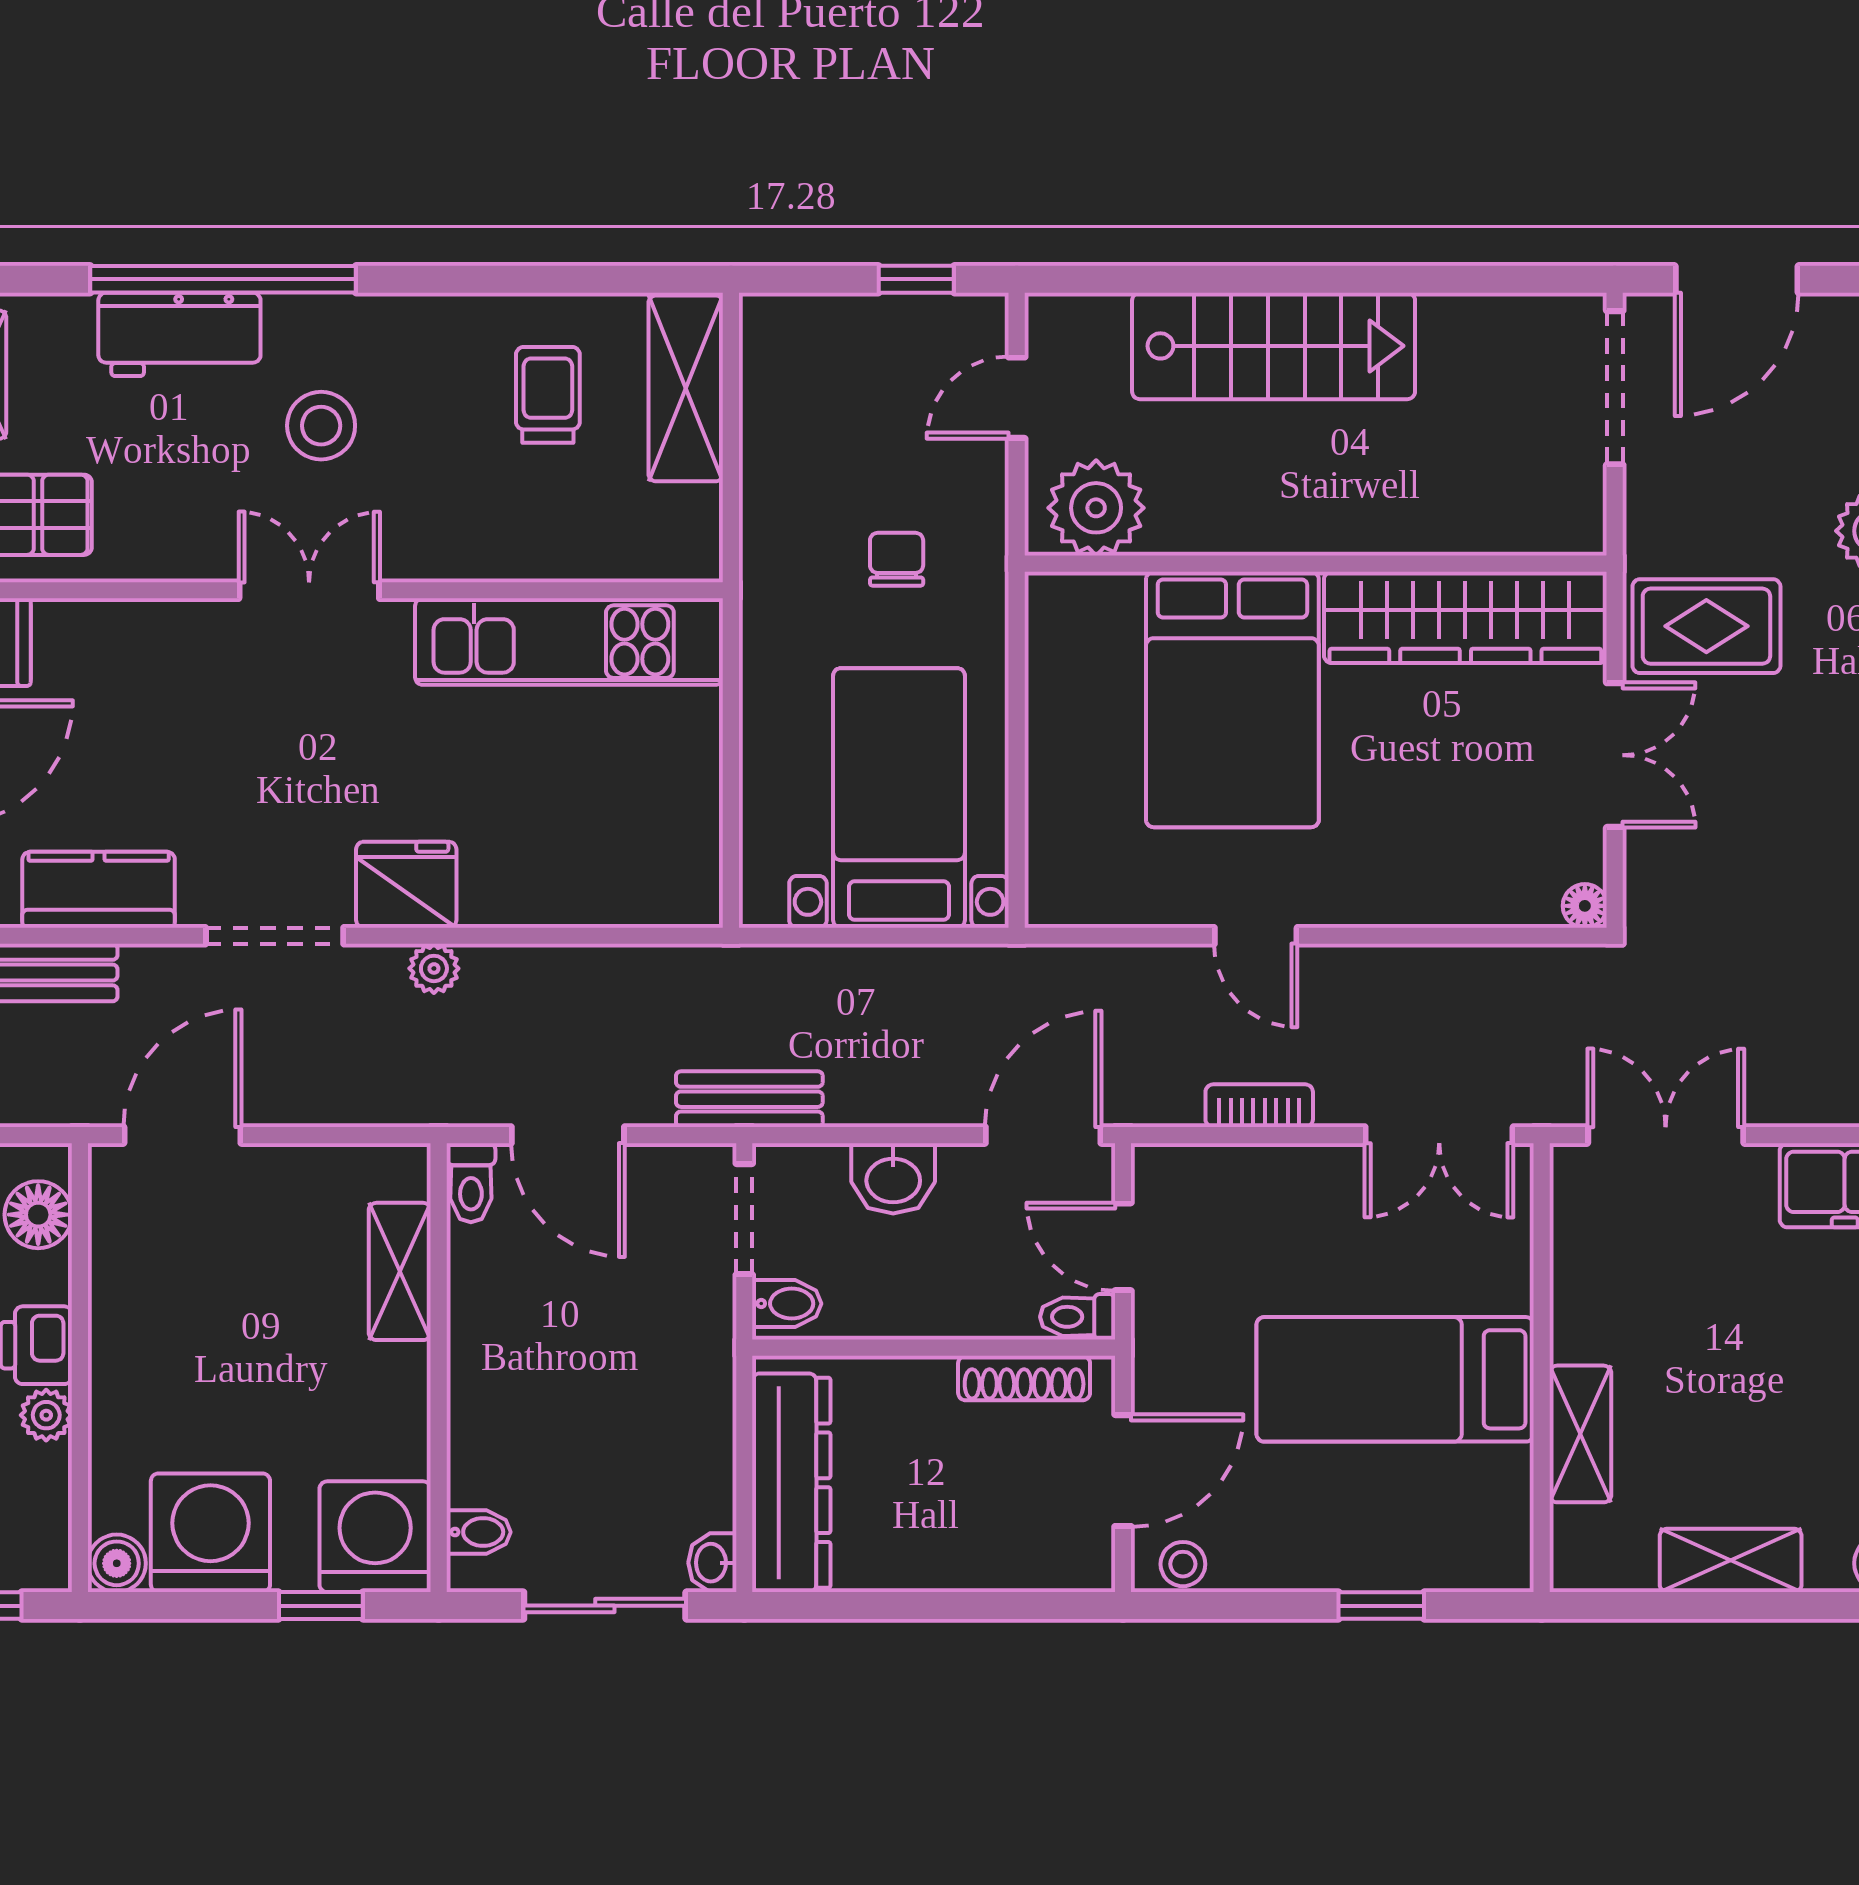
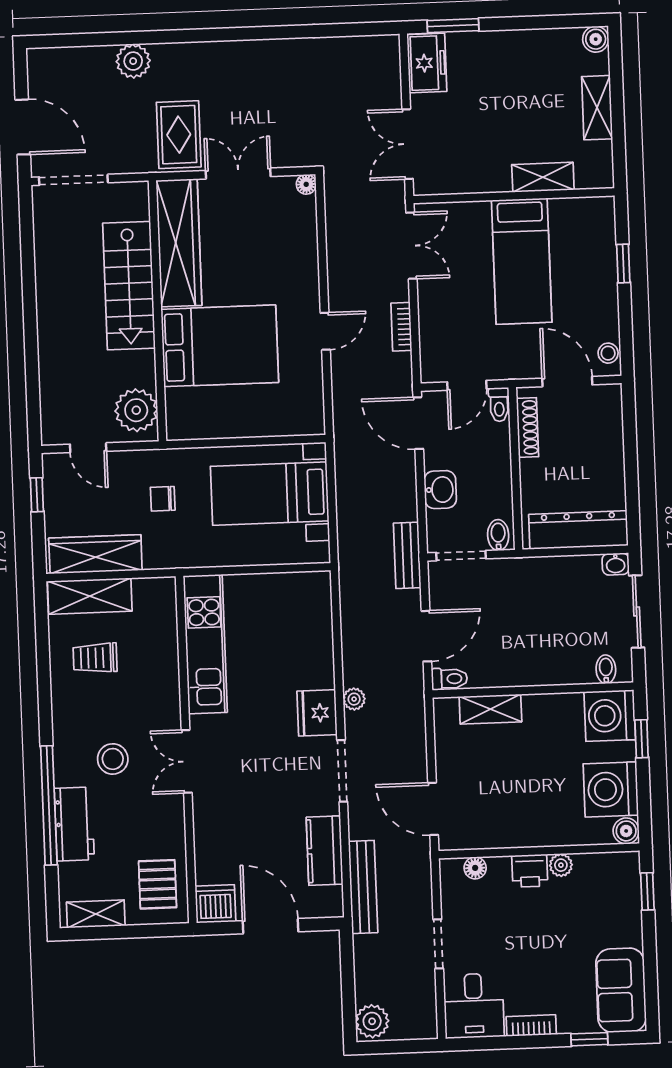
stairs: (1274, 346) -> (129, 286), moved, turned 180
wardrobe: (779, 405) -> (95, 554), added
floor lamp: (38, 1215) -> (475, 868), width x0.73, depth x0.73

